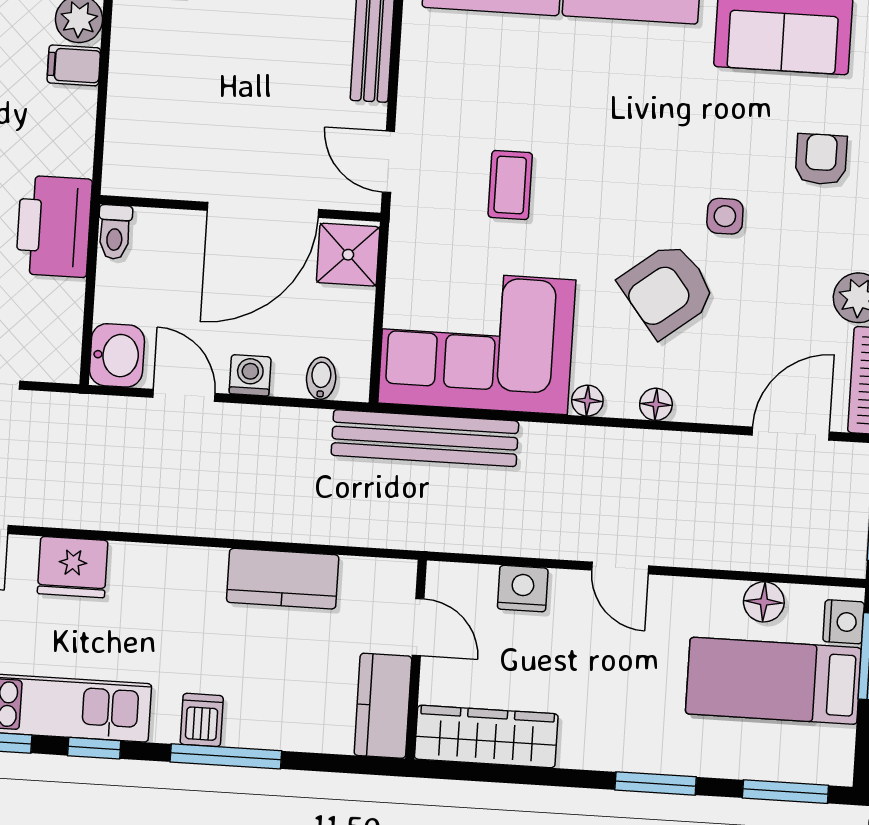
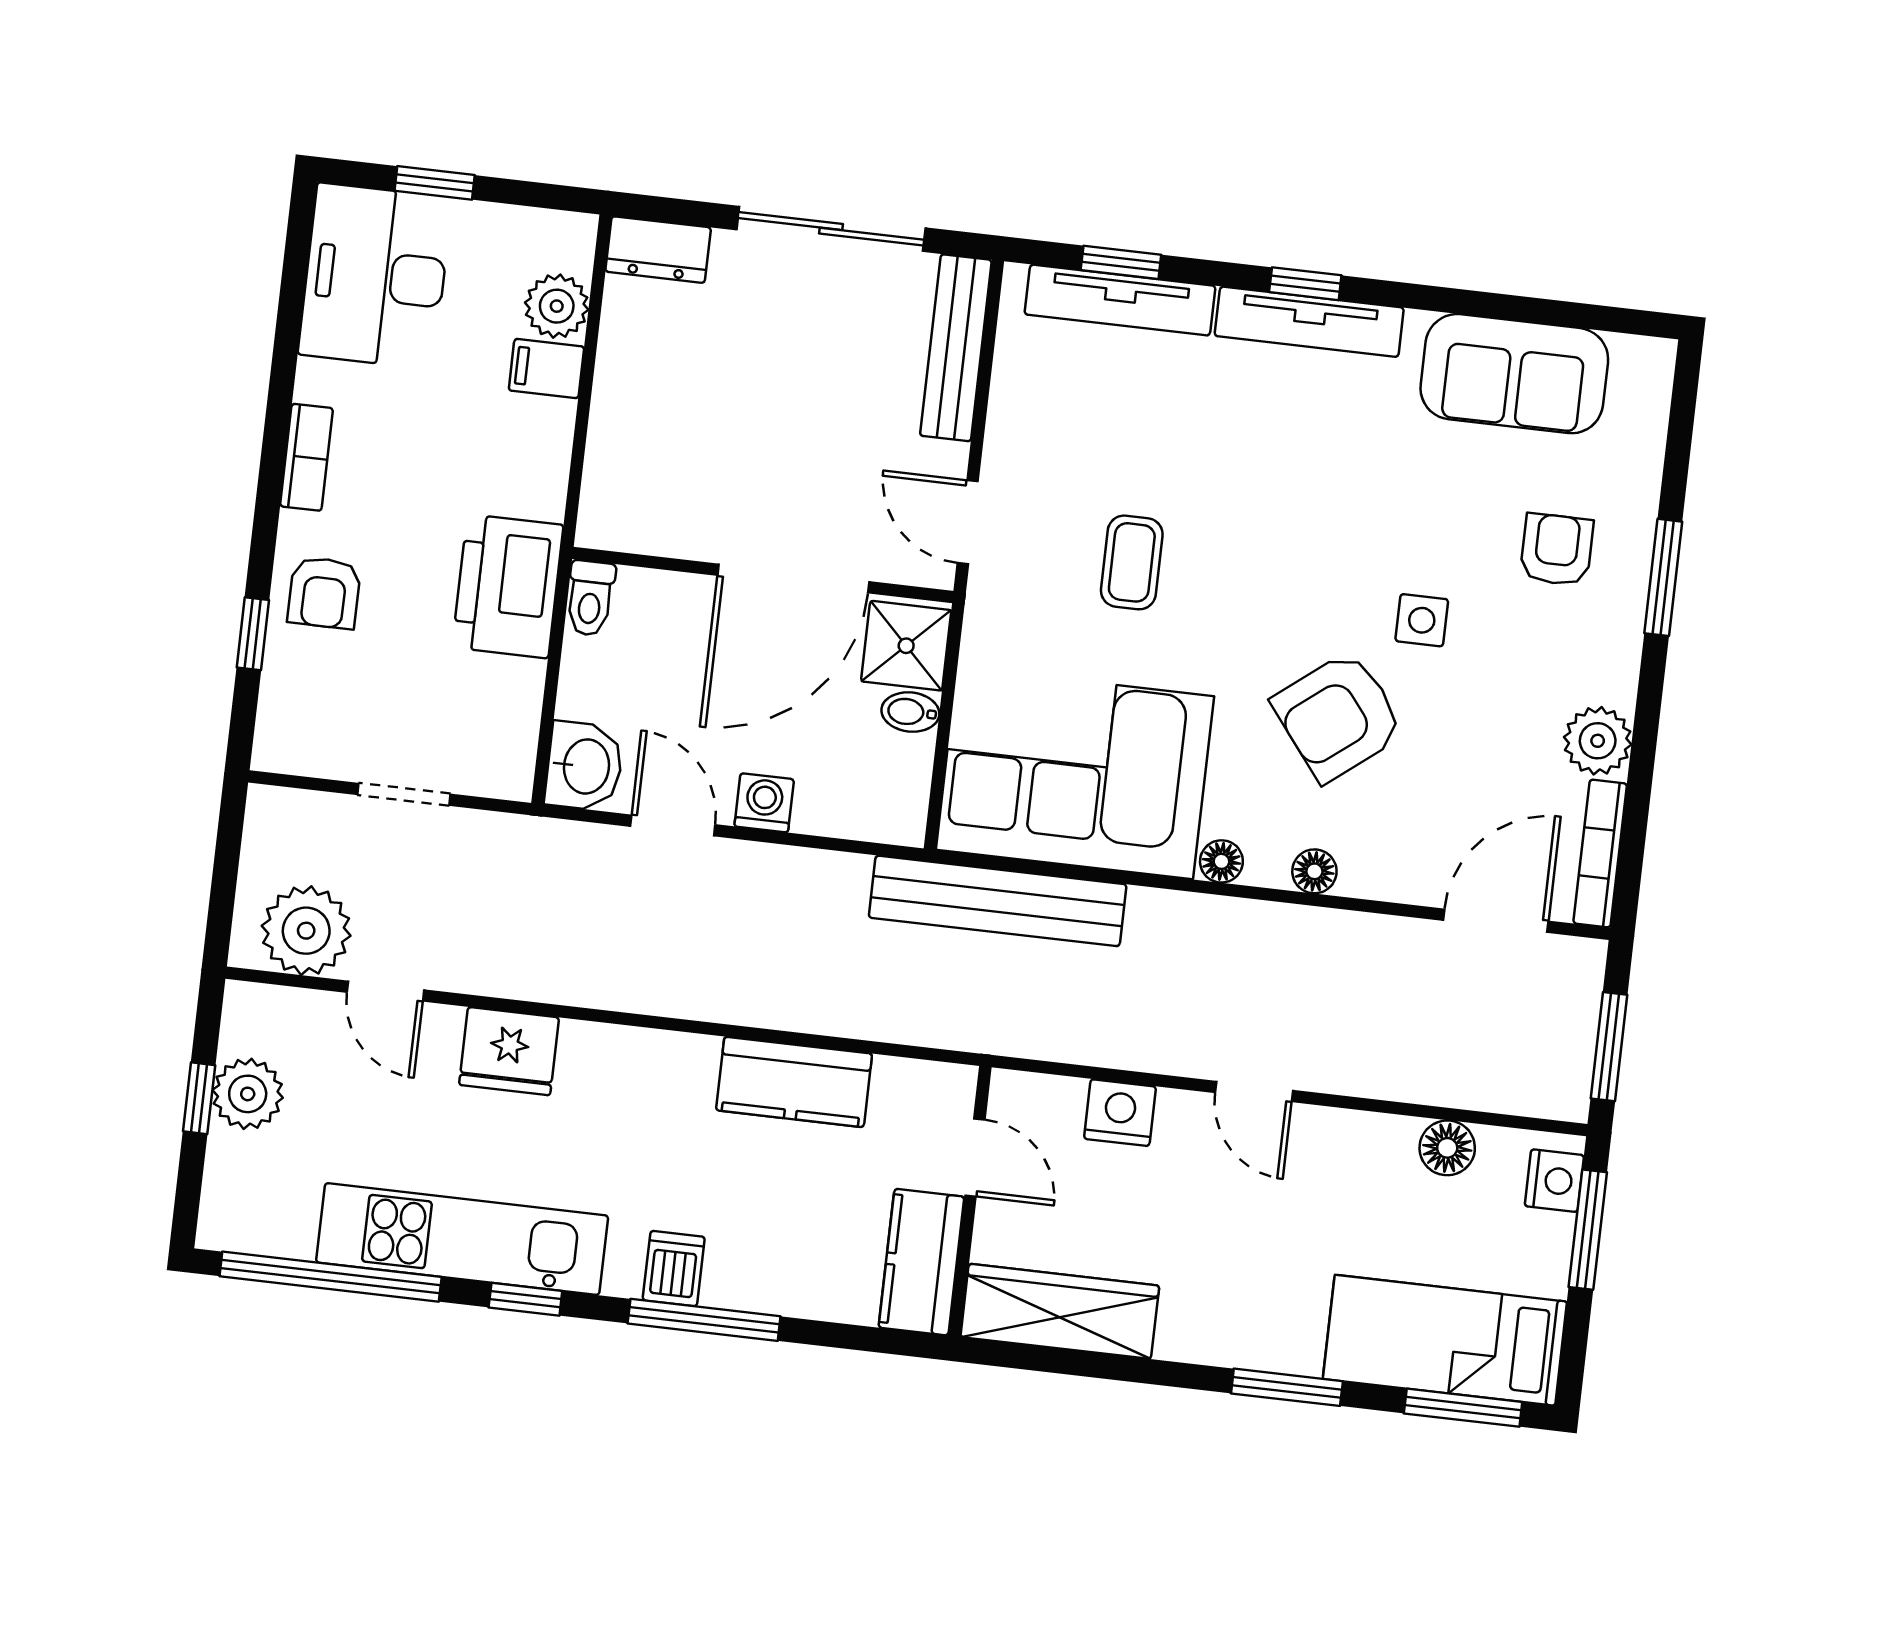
bidet: (321, 378) -> (910, 712), moved, turned -90
bed: (773, 681) -> (1445, 1340), moved

